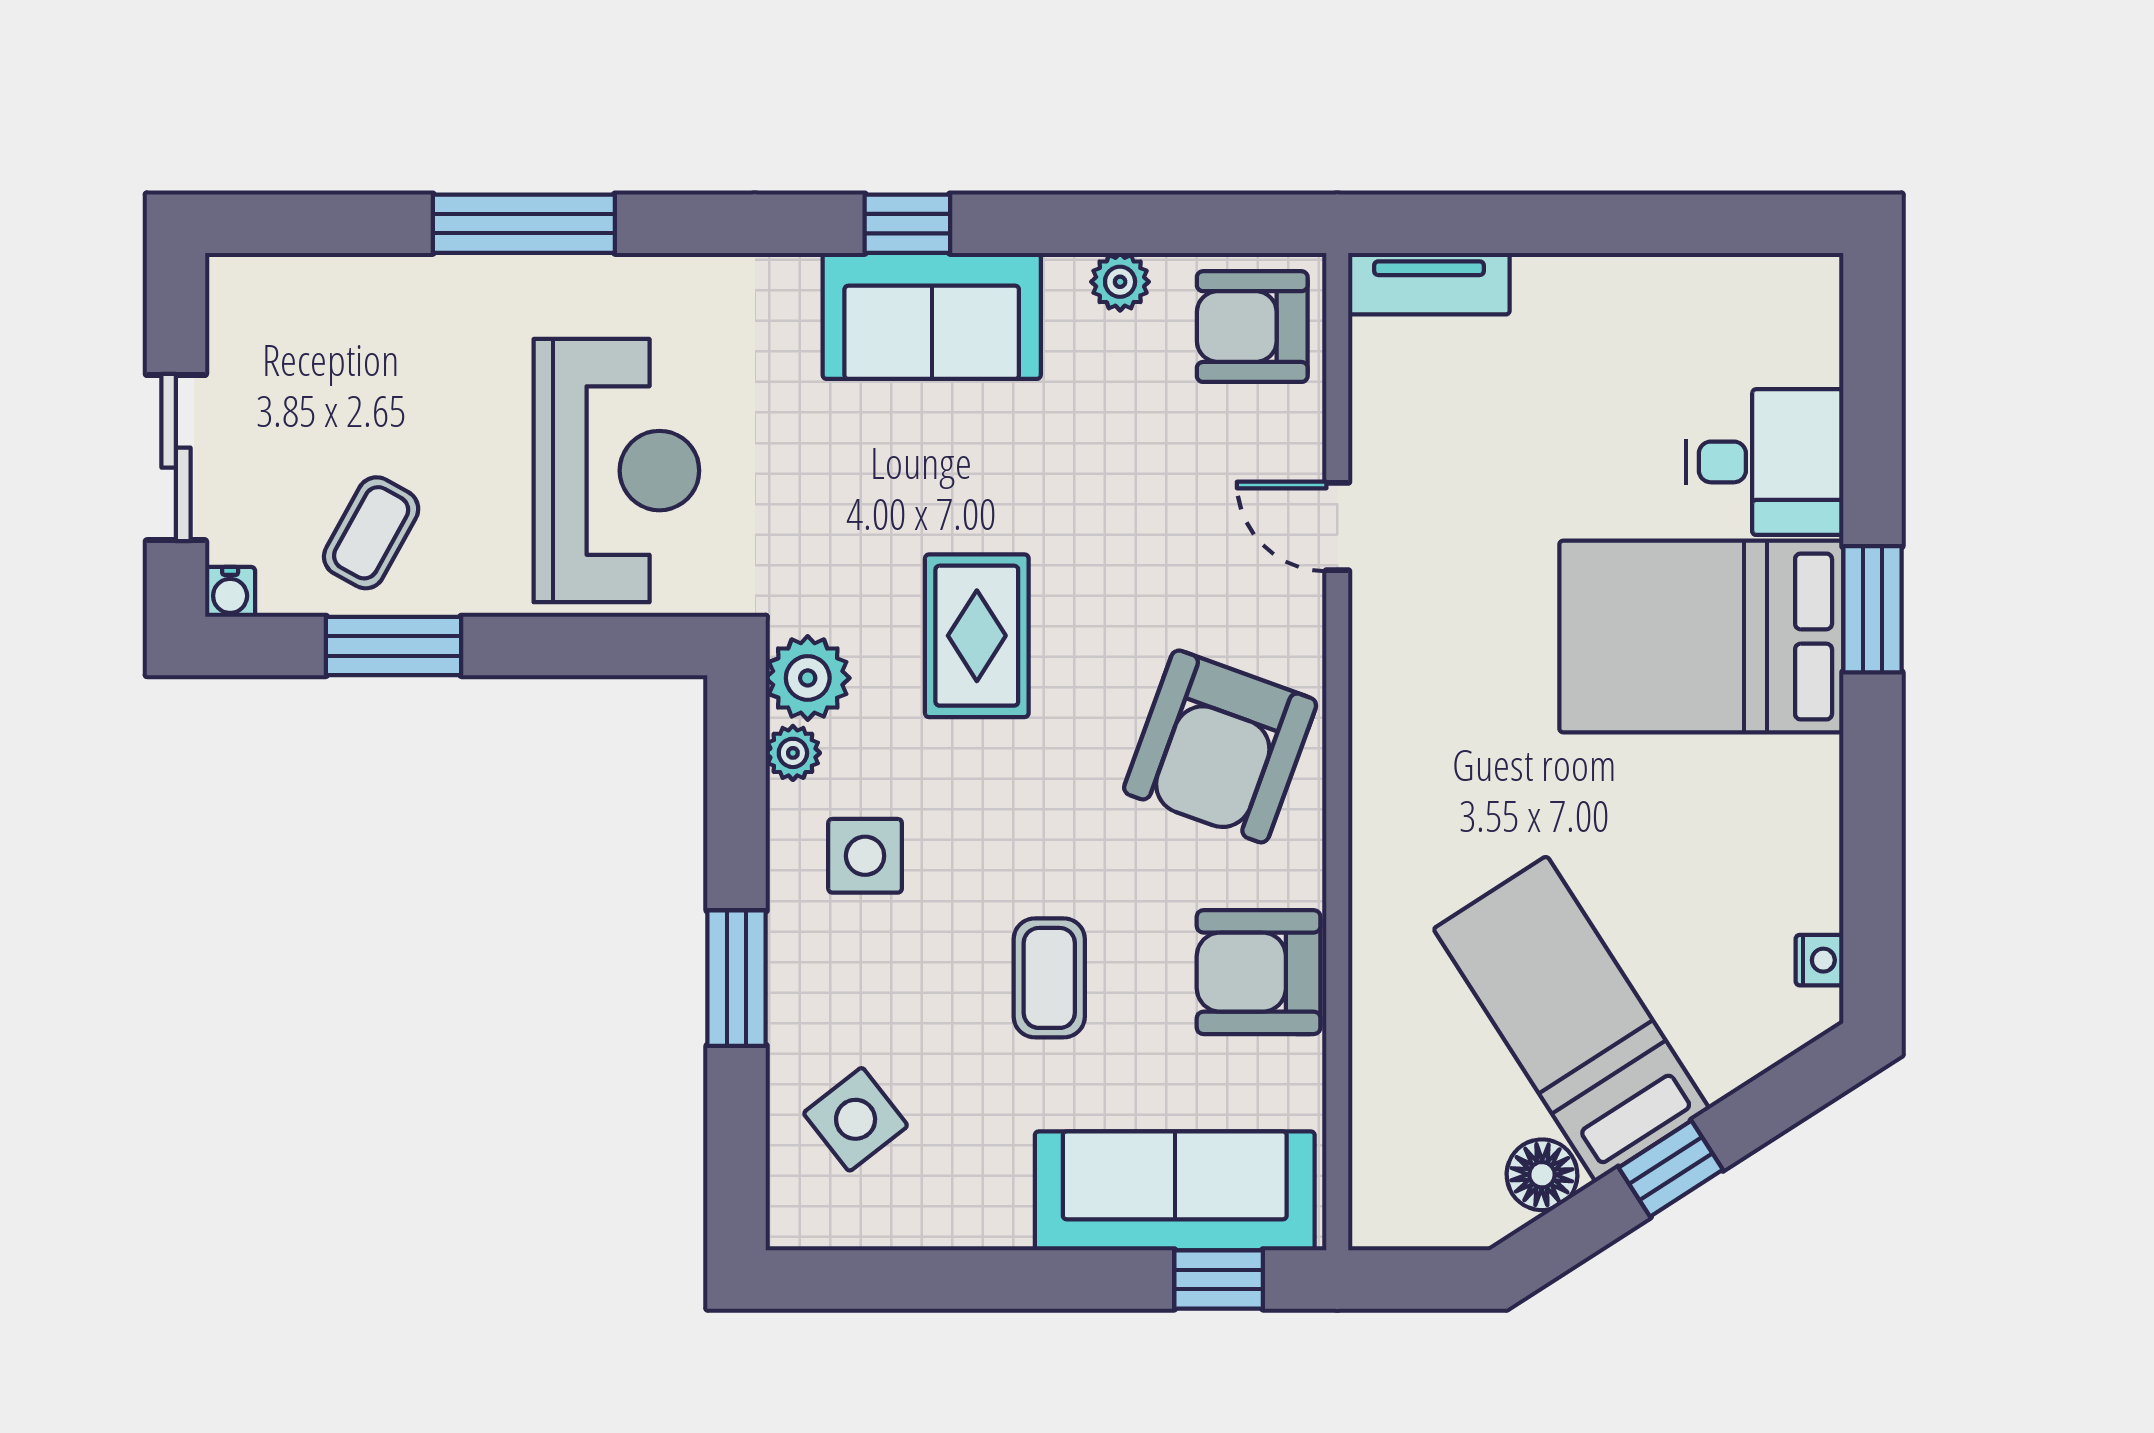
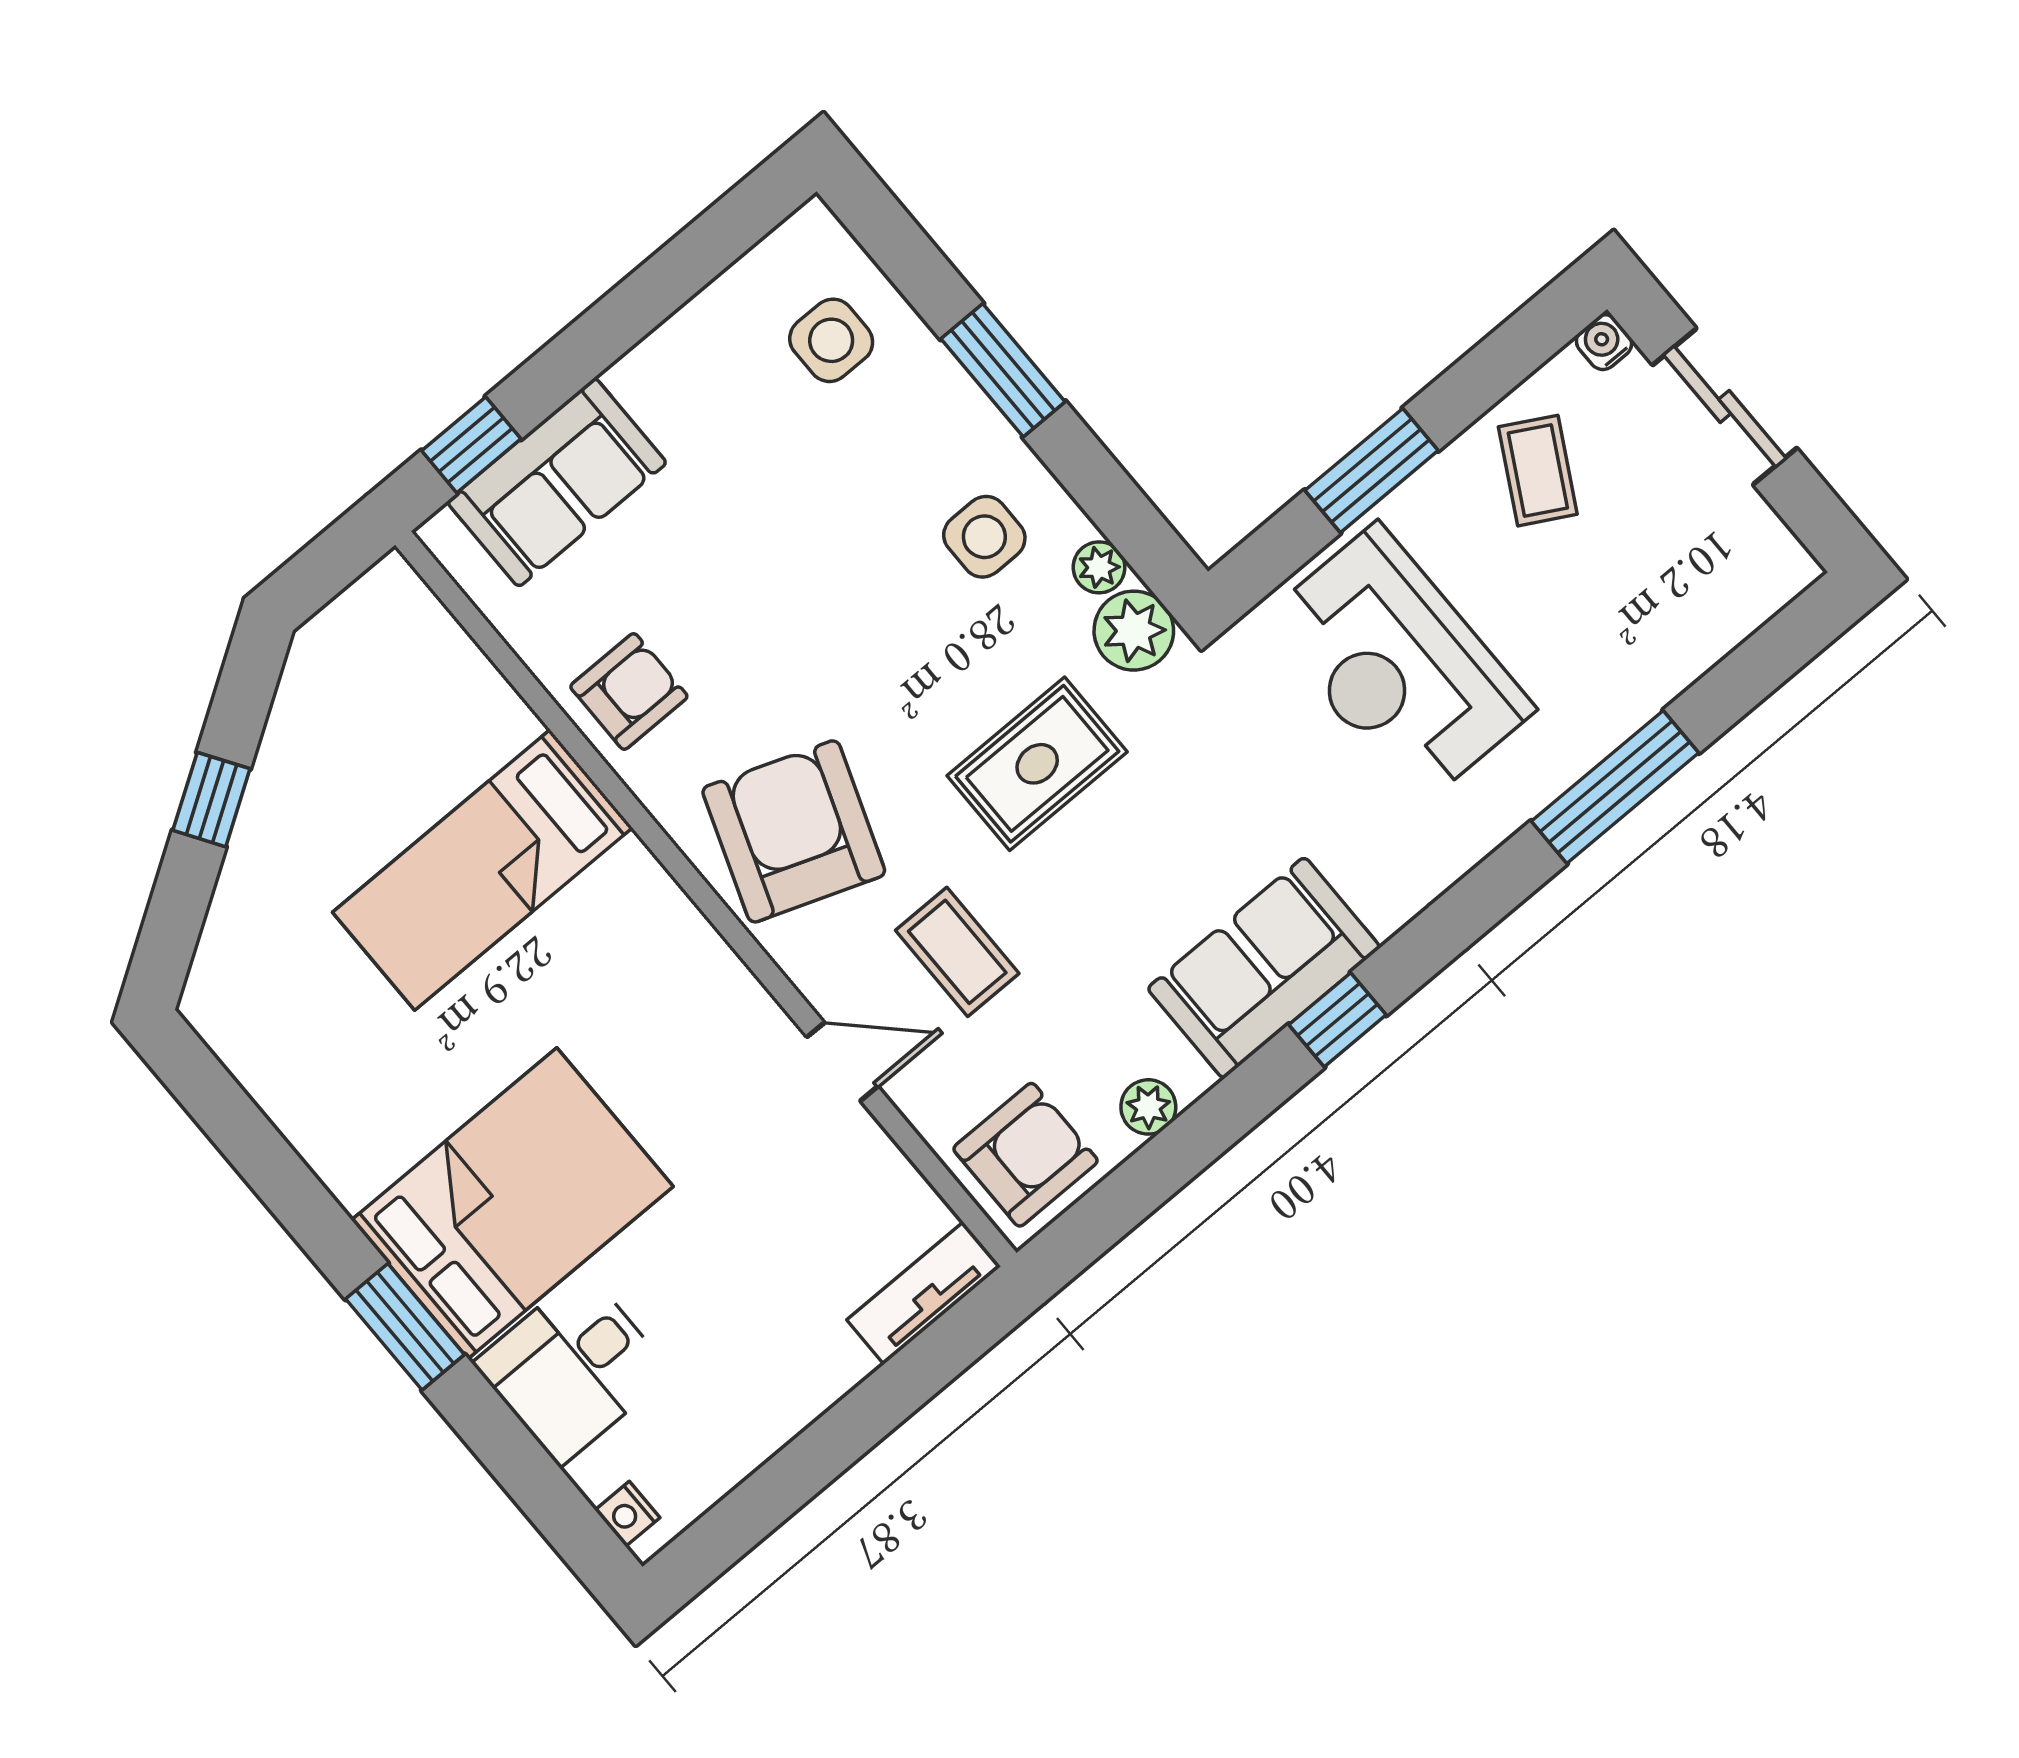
rug: (977, 636) -> (1037, 764), turned 90
window: (394, 646) -> (1372, 470), moved
nightstand: (1820, 960) -> (627, 1514), moved
armchair: (1259, 972) -> (629, 691), width x0.72, depth x0.72
coffee table: (1049, 978) -> (957, 952), moved
bed: (1571, 1019) -> (482, 870), moved, turned 123
side table: (856, 1119) -> (831, 340), turned 38
floor lamp: (1542, 1175) -> (301, 717), removed
sofa: (1175, 1191) -> (557, 482), width x0.73

